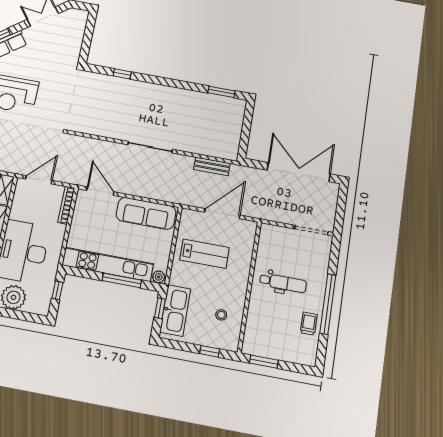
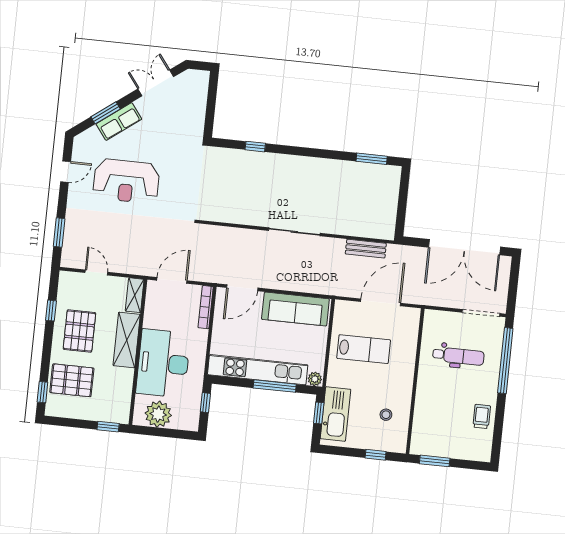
double door: (299, 172) -> (464, 247), swing flipped
door: (100, 191) -> (242, 288), swing flipped
dental chair: (283, 283) -> (458, 356), moved
window: (328, 304) -> (505, 361), moved

